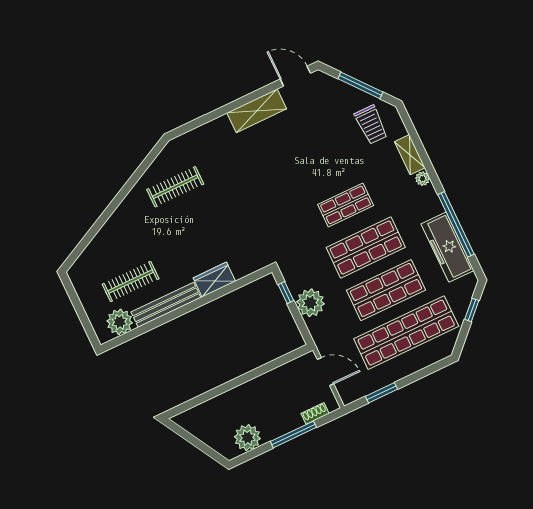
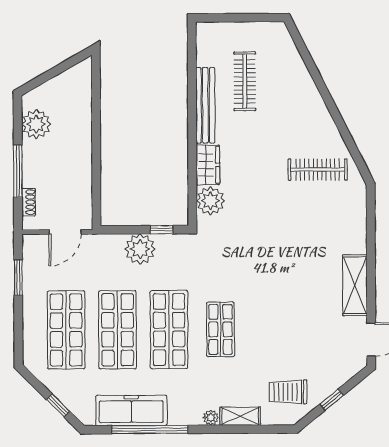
window: (360, 85) -> (332, 400), width x0.46
clothes rail: (175, 187) -> (318, 169), turned 90
plant: (120, 322) -> (210, 201), moved
shop shelf: (406, 333) -> (66, 330), width x0.71

